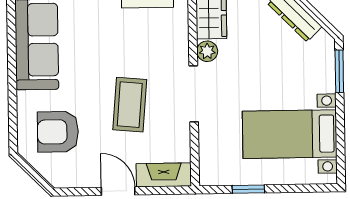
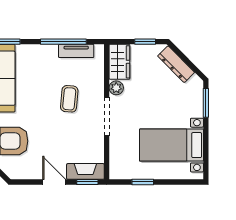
coffee table: (130, 105) -> (69, 99), moved, width x0.73, depth x0.77
window: (167, 190) -> (87, 182), added

